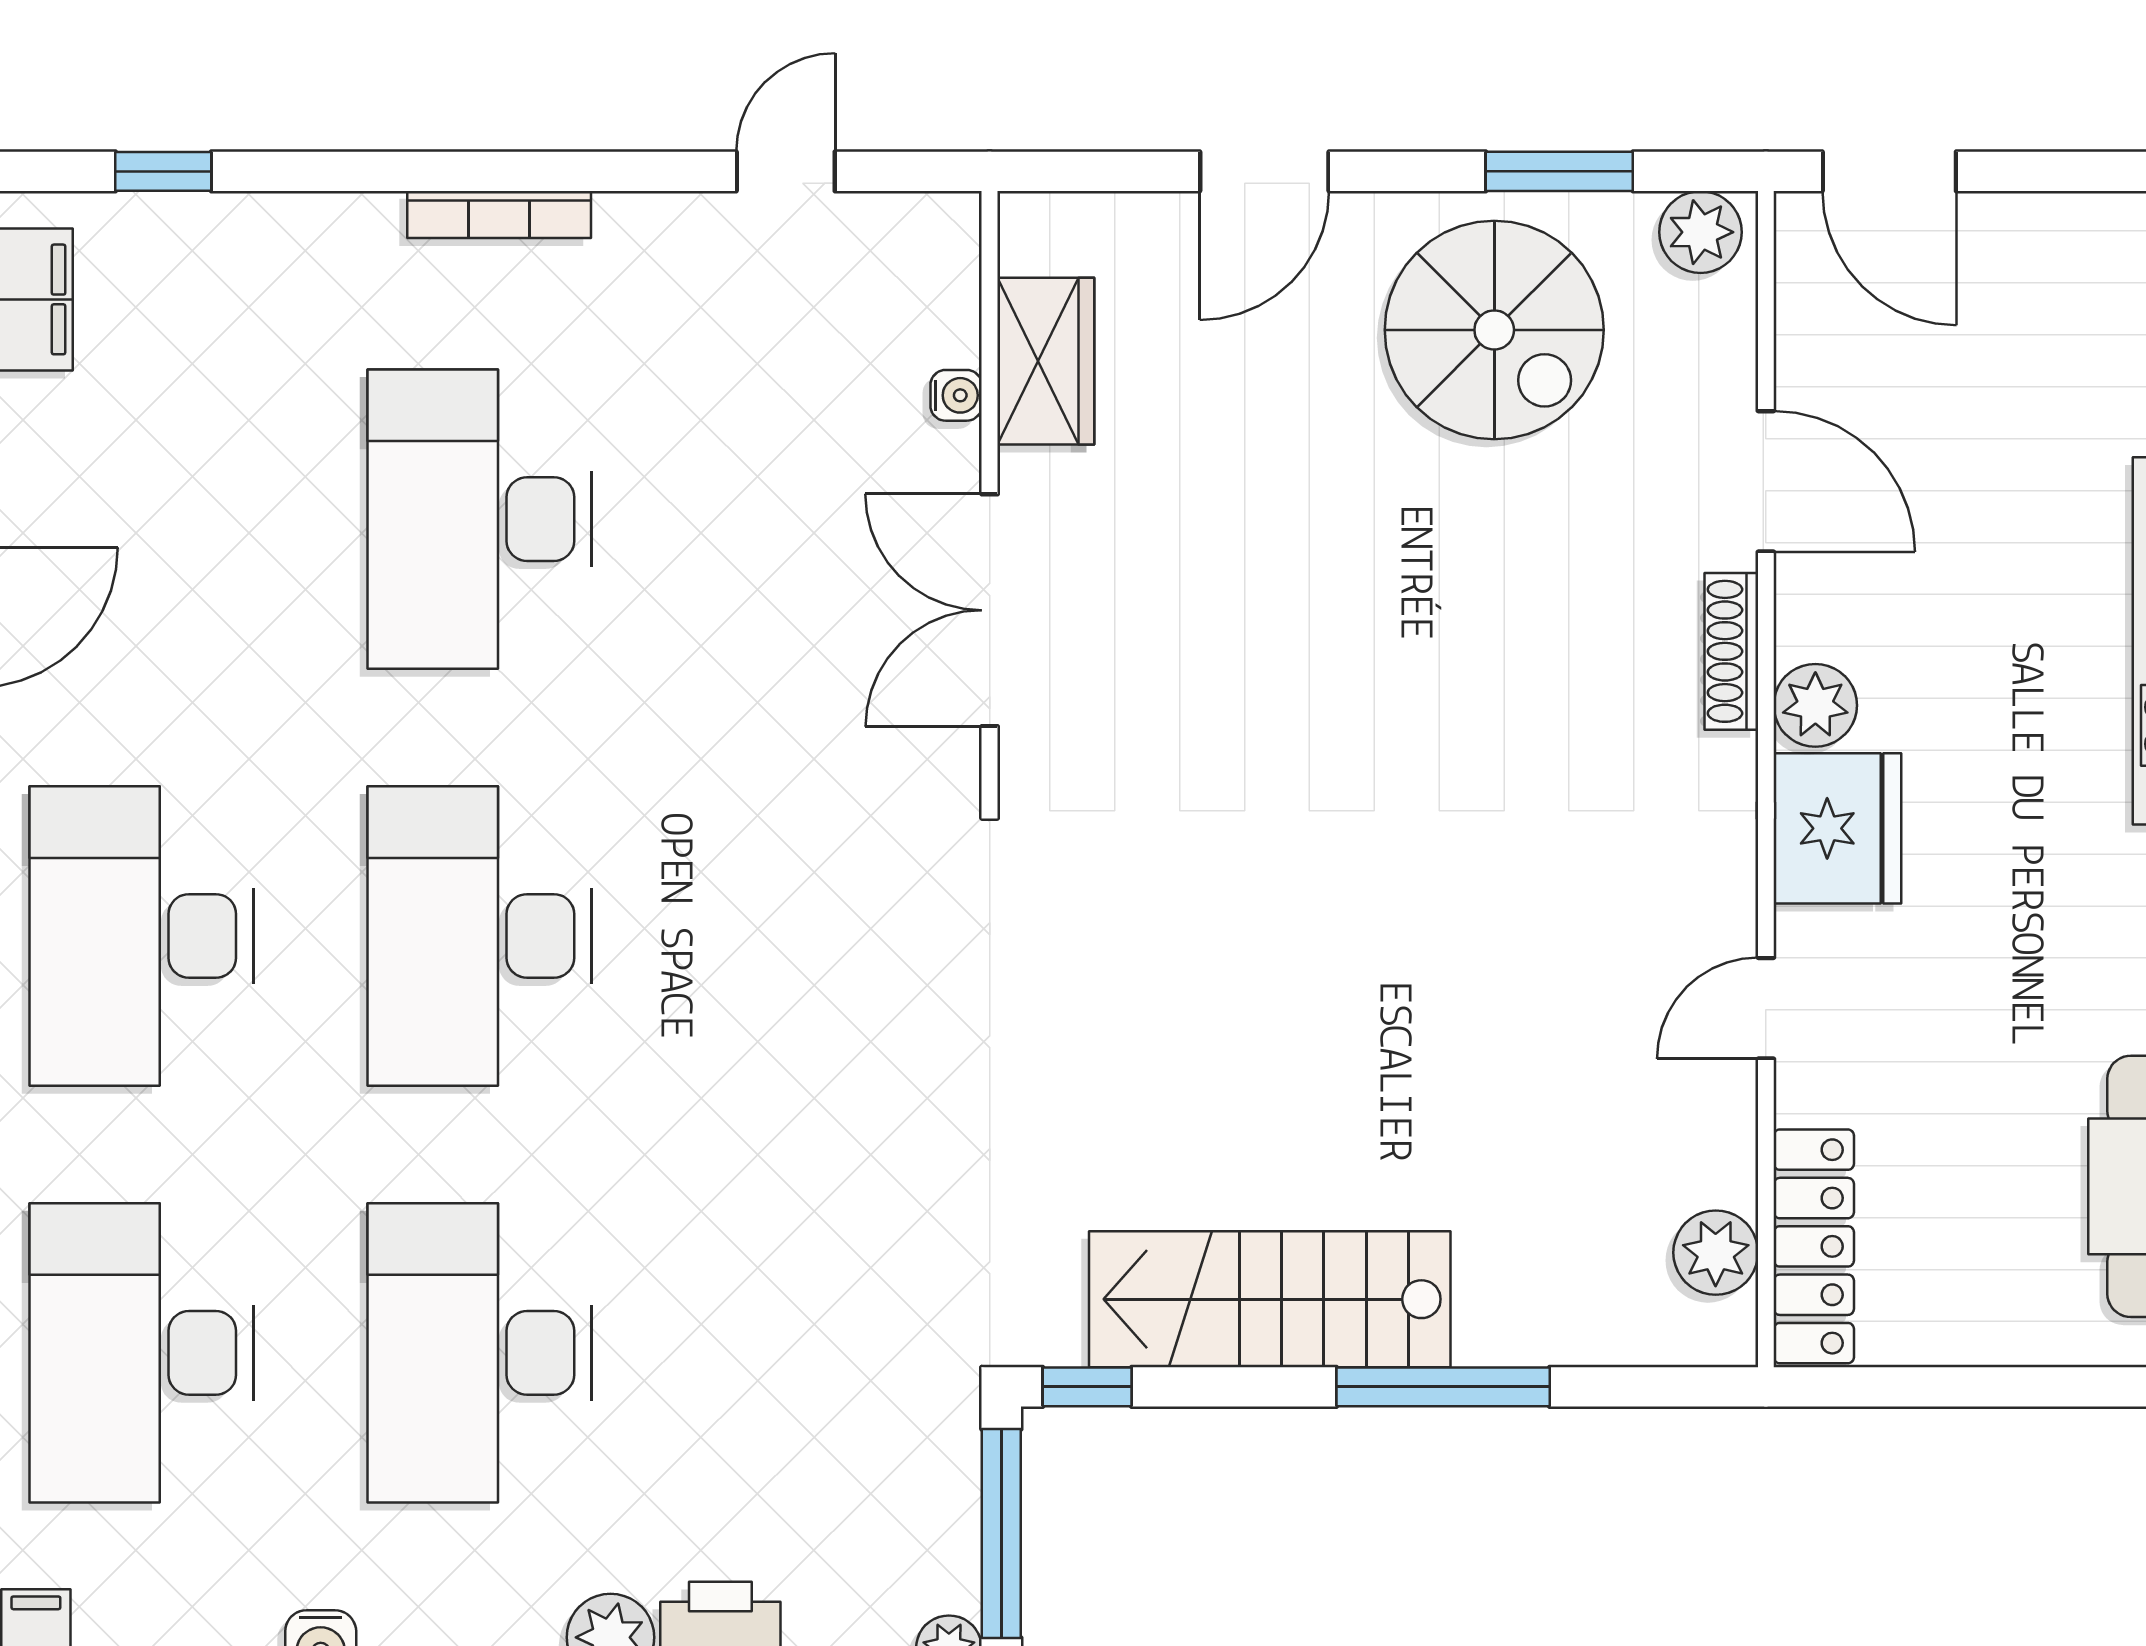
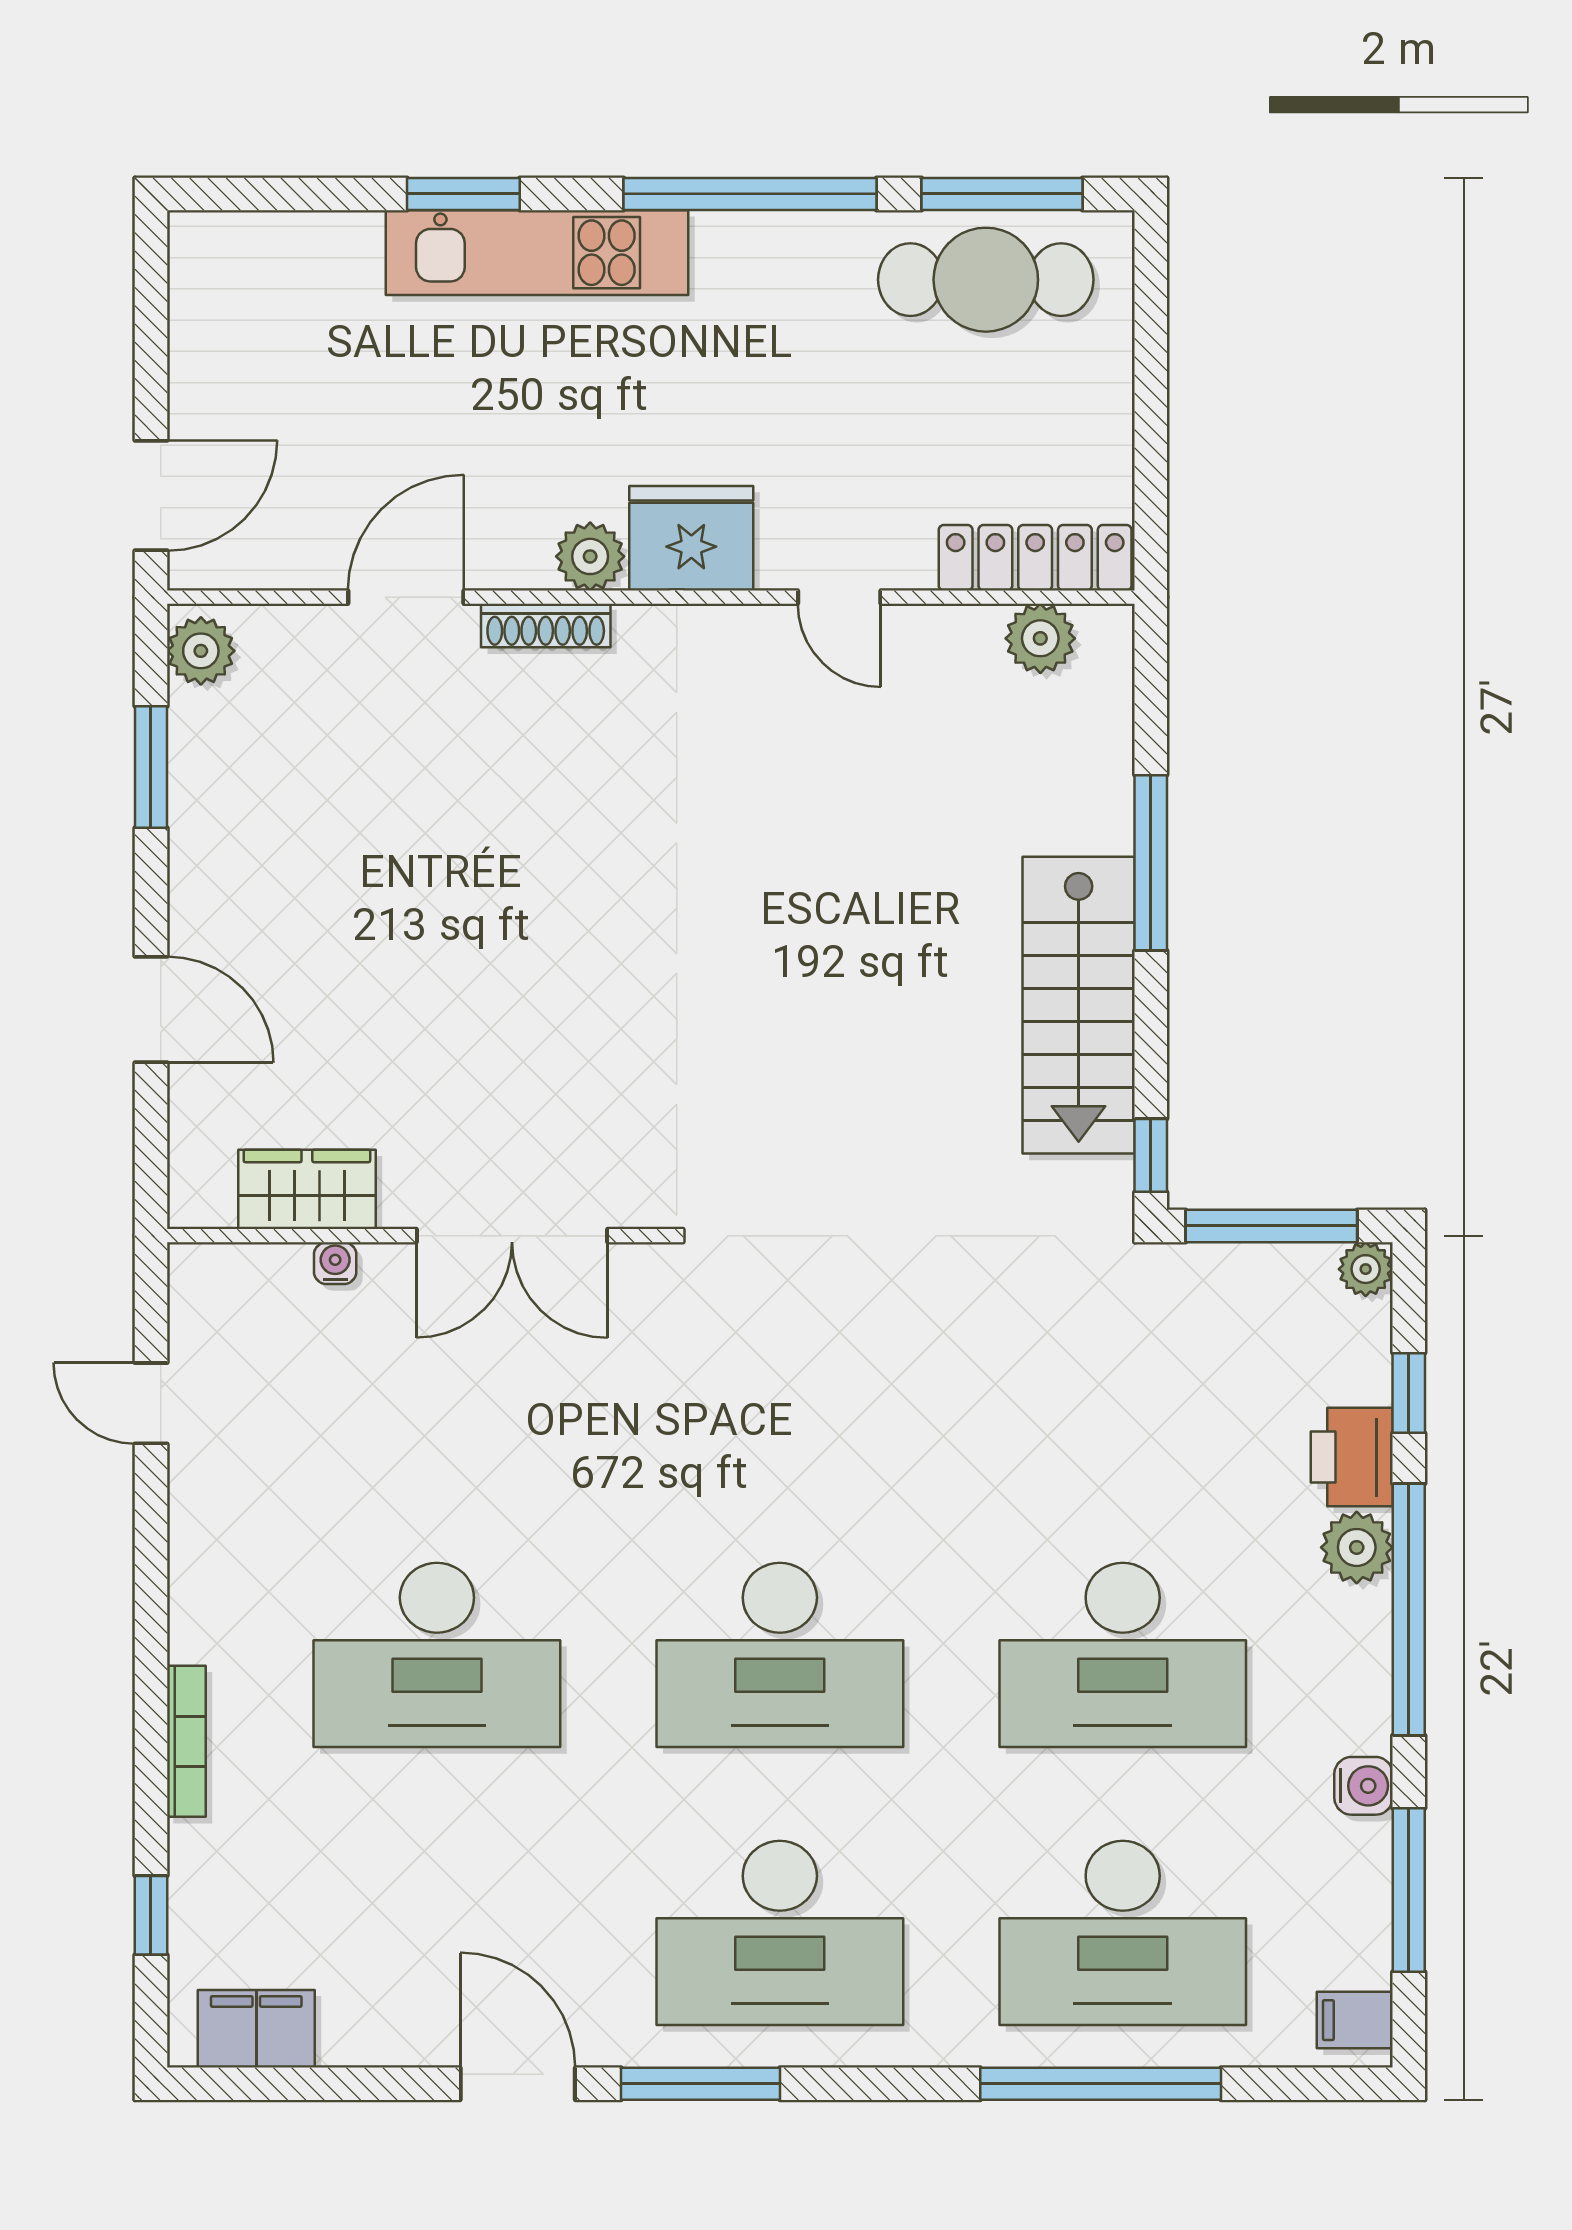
bookcase: (499, 215) -> (186, 1741), moved
spiral stairs: (1494, 330) -> (281, 821), removed

